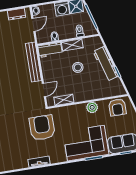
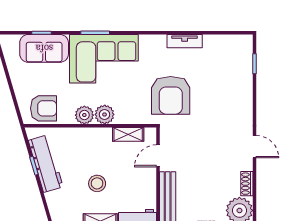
workbench: (106, 64) -> (46, 164), moved
armchair: (117, 107) -> (44, 108), turned 90
plant: (80, 110) -> (105, 114), added

